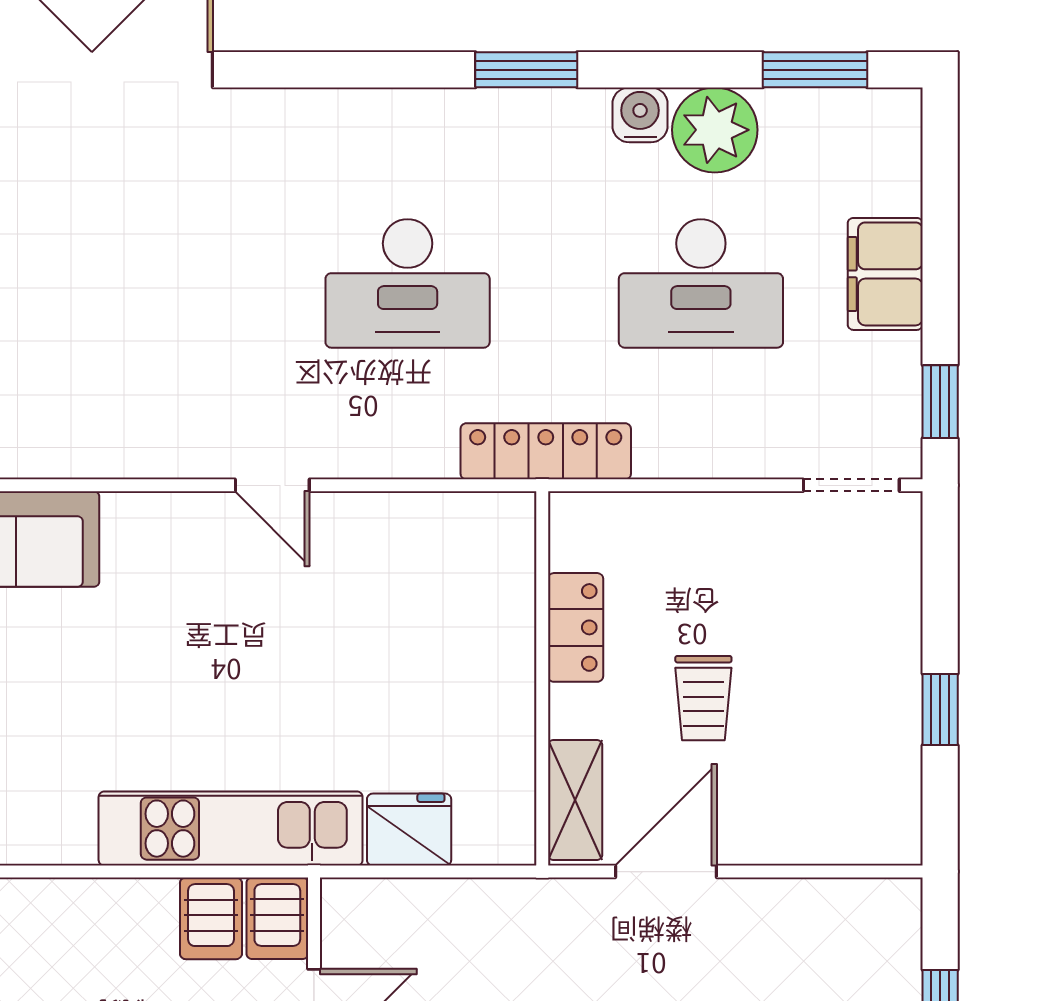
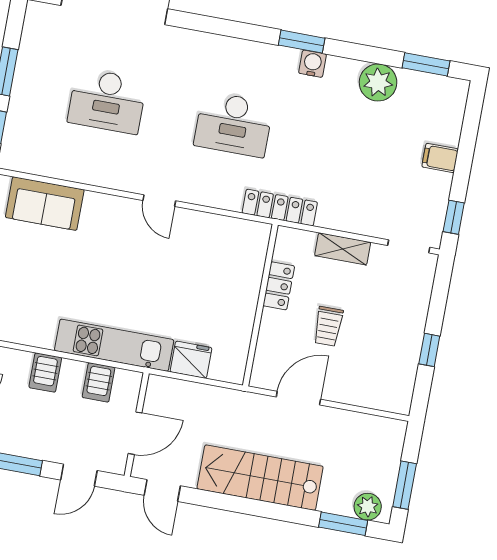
water cooler: (640, 115) -> (313, 64), moved
filing cabinet: (885, 274) -> (440, 158), width x0.50
desk: (701, 283) -> (107, 101), moved
shelving: (575, 800) -> (343, 249), moved, turned 90
server rack: (277, 918) -> (45, 373), moved

